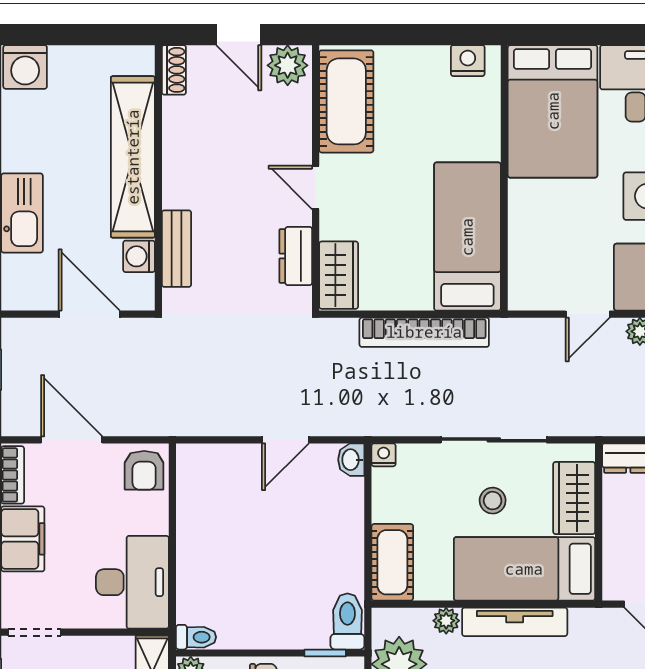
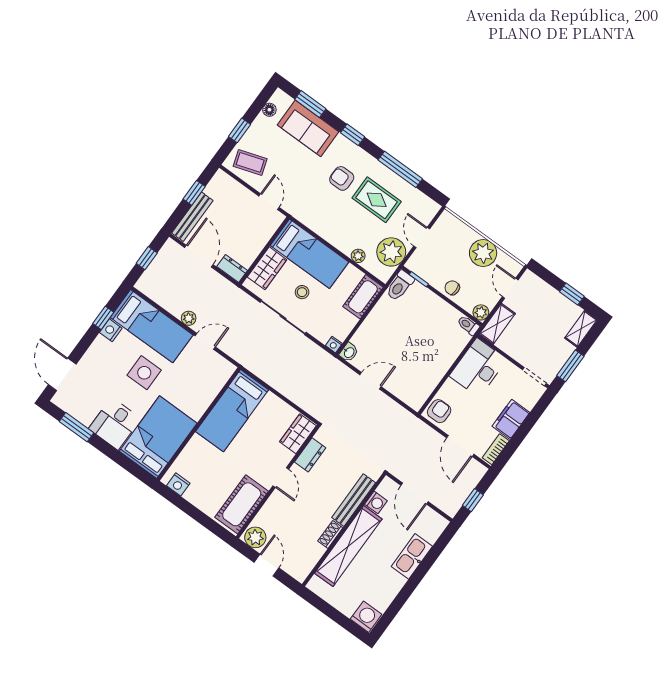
shoe rack: (174, 70) -> (330, 534), moved
bench: (177, 249) -> (354, 500), width x1.36
bookcase: (424, 332) -> (279, 384), removed
tv unit: (515, 622) -> (330, 234), removed

